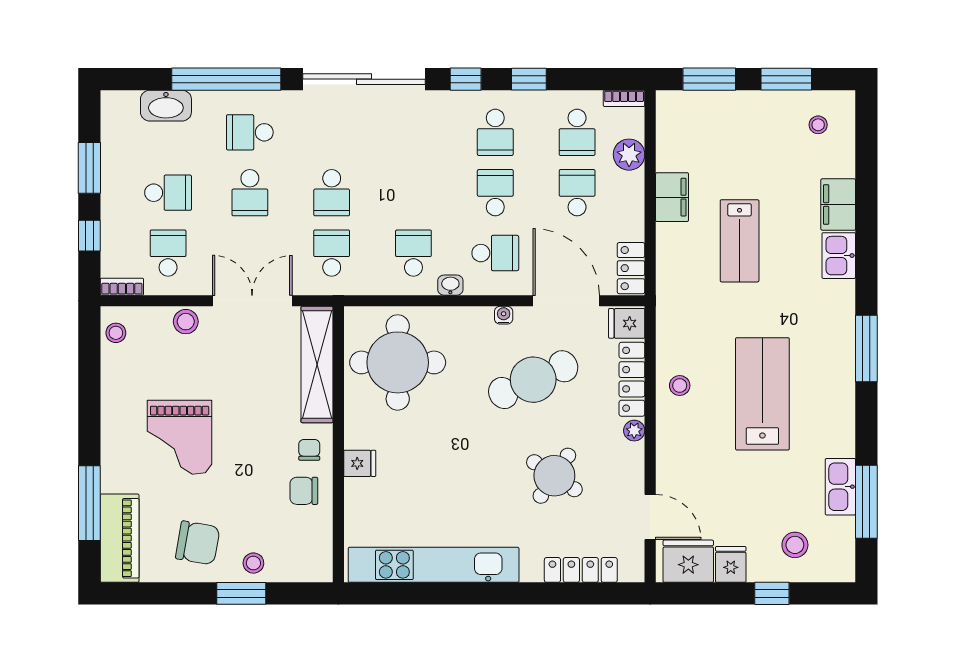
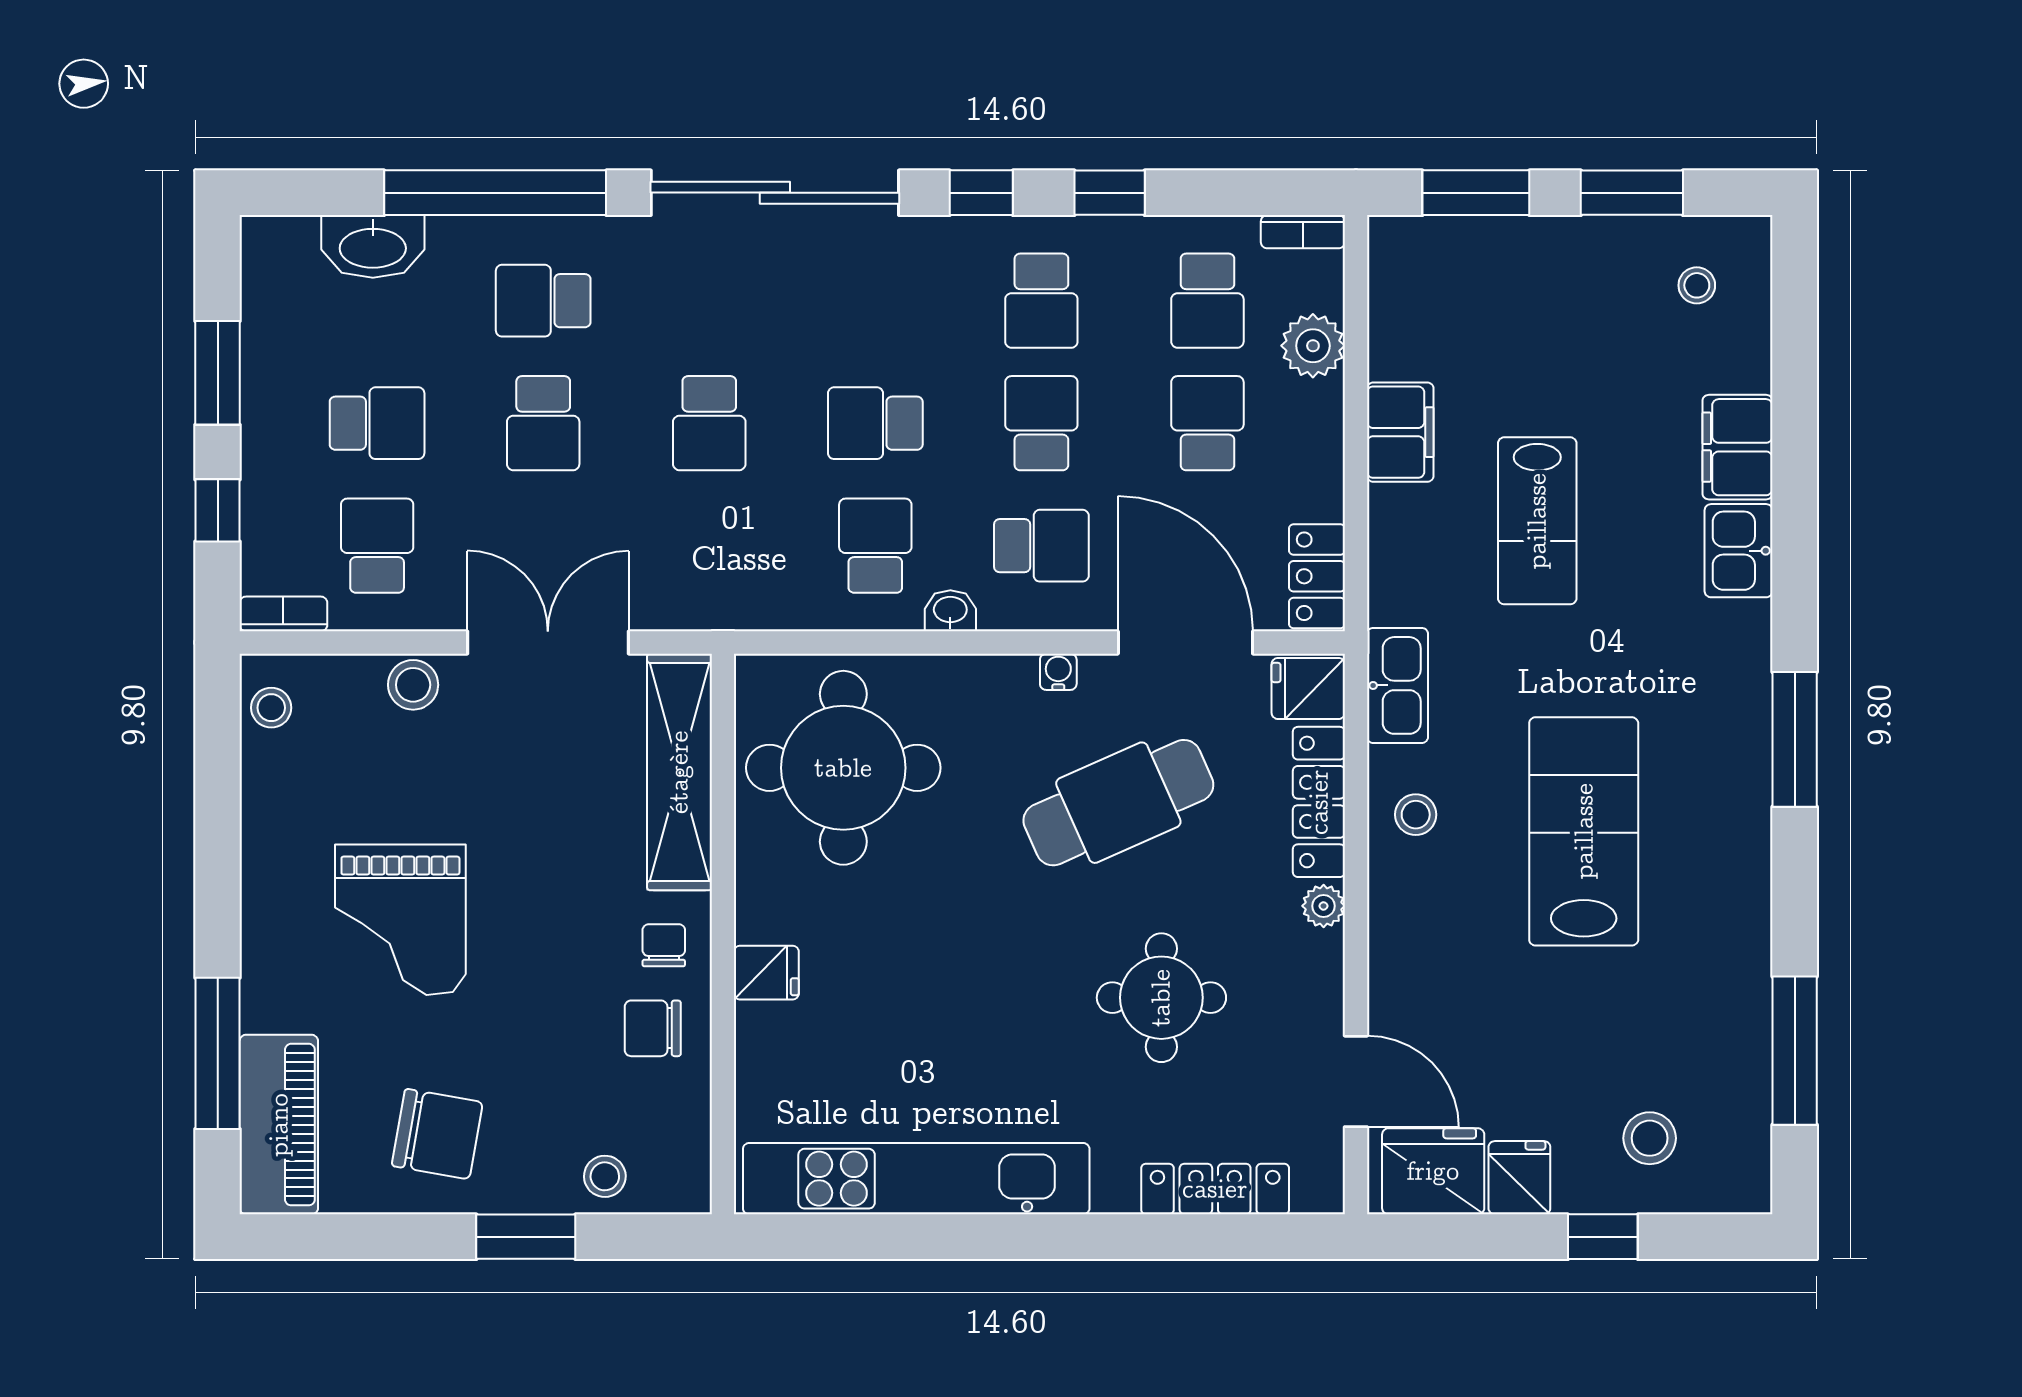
school desk: (332, 253) -> (875, 423), moved, turned -90
round table: (554, 476) -> (1161, 998), turned -34
kitchen sink: (840, 487) -> (1397, 685), moved, turned 180
stool: (253, 563) -> (605, 1176), moved

